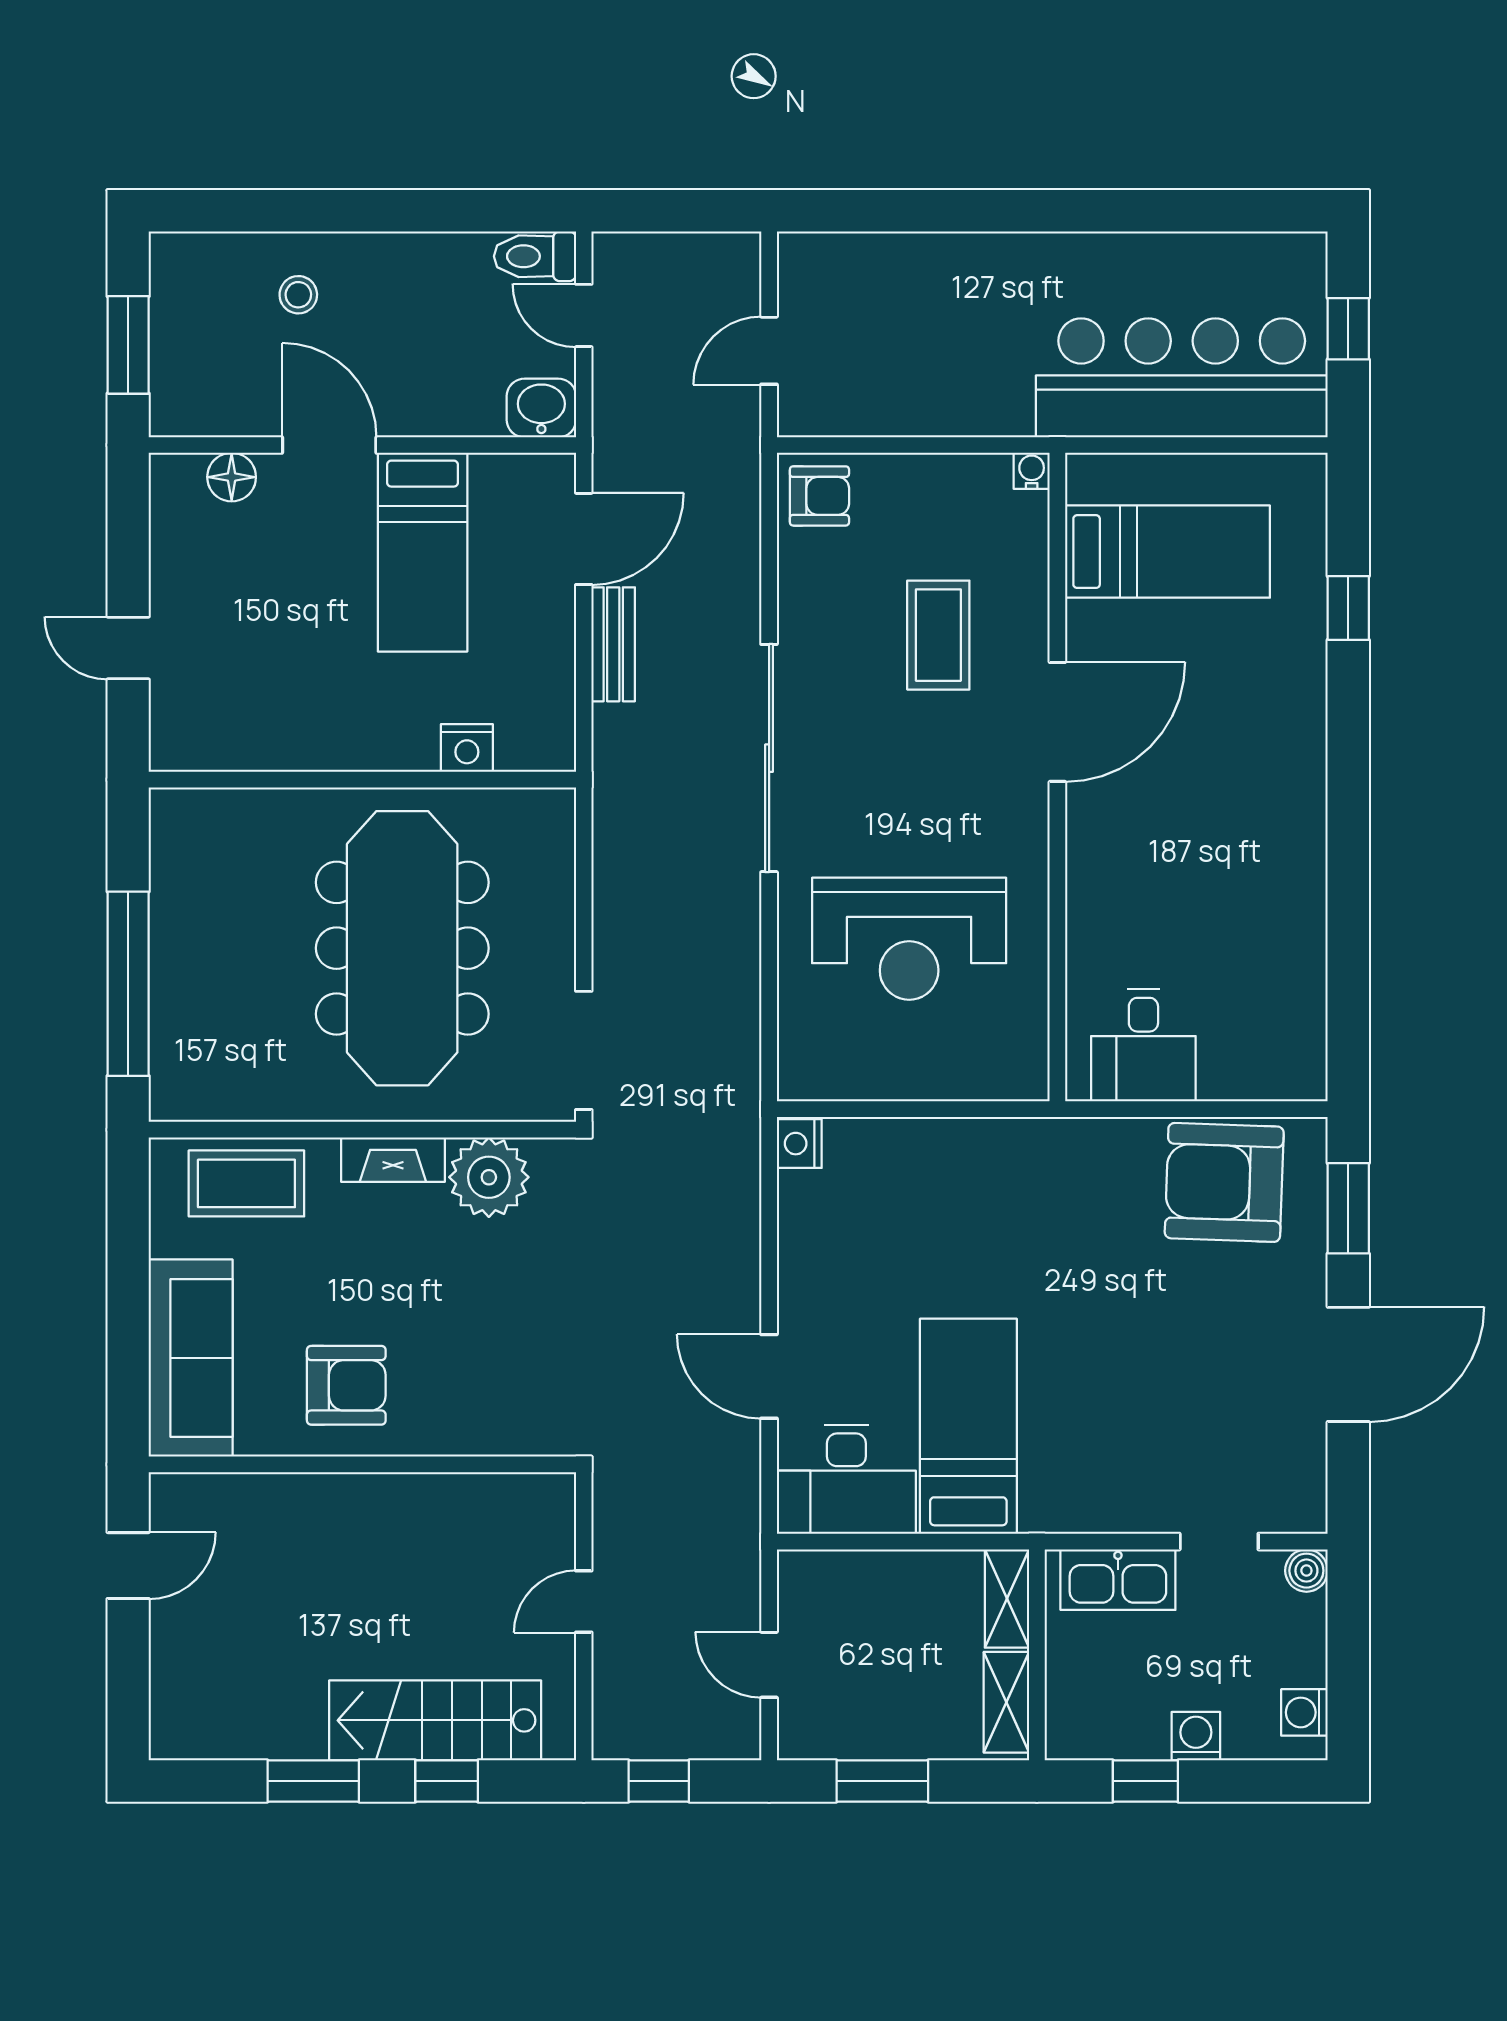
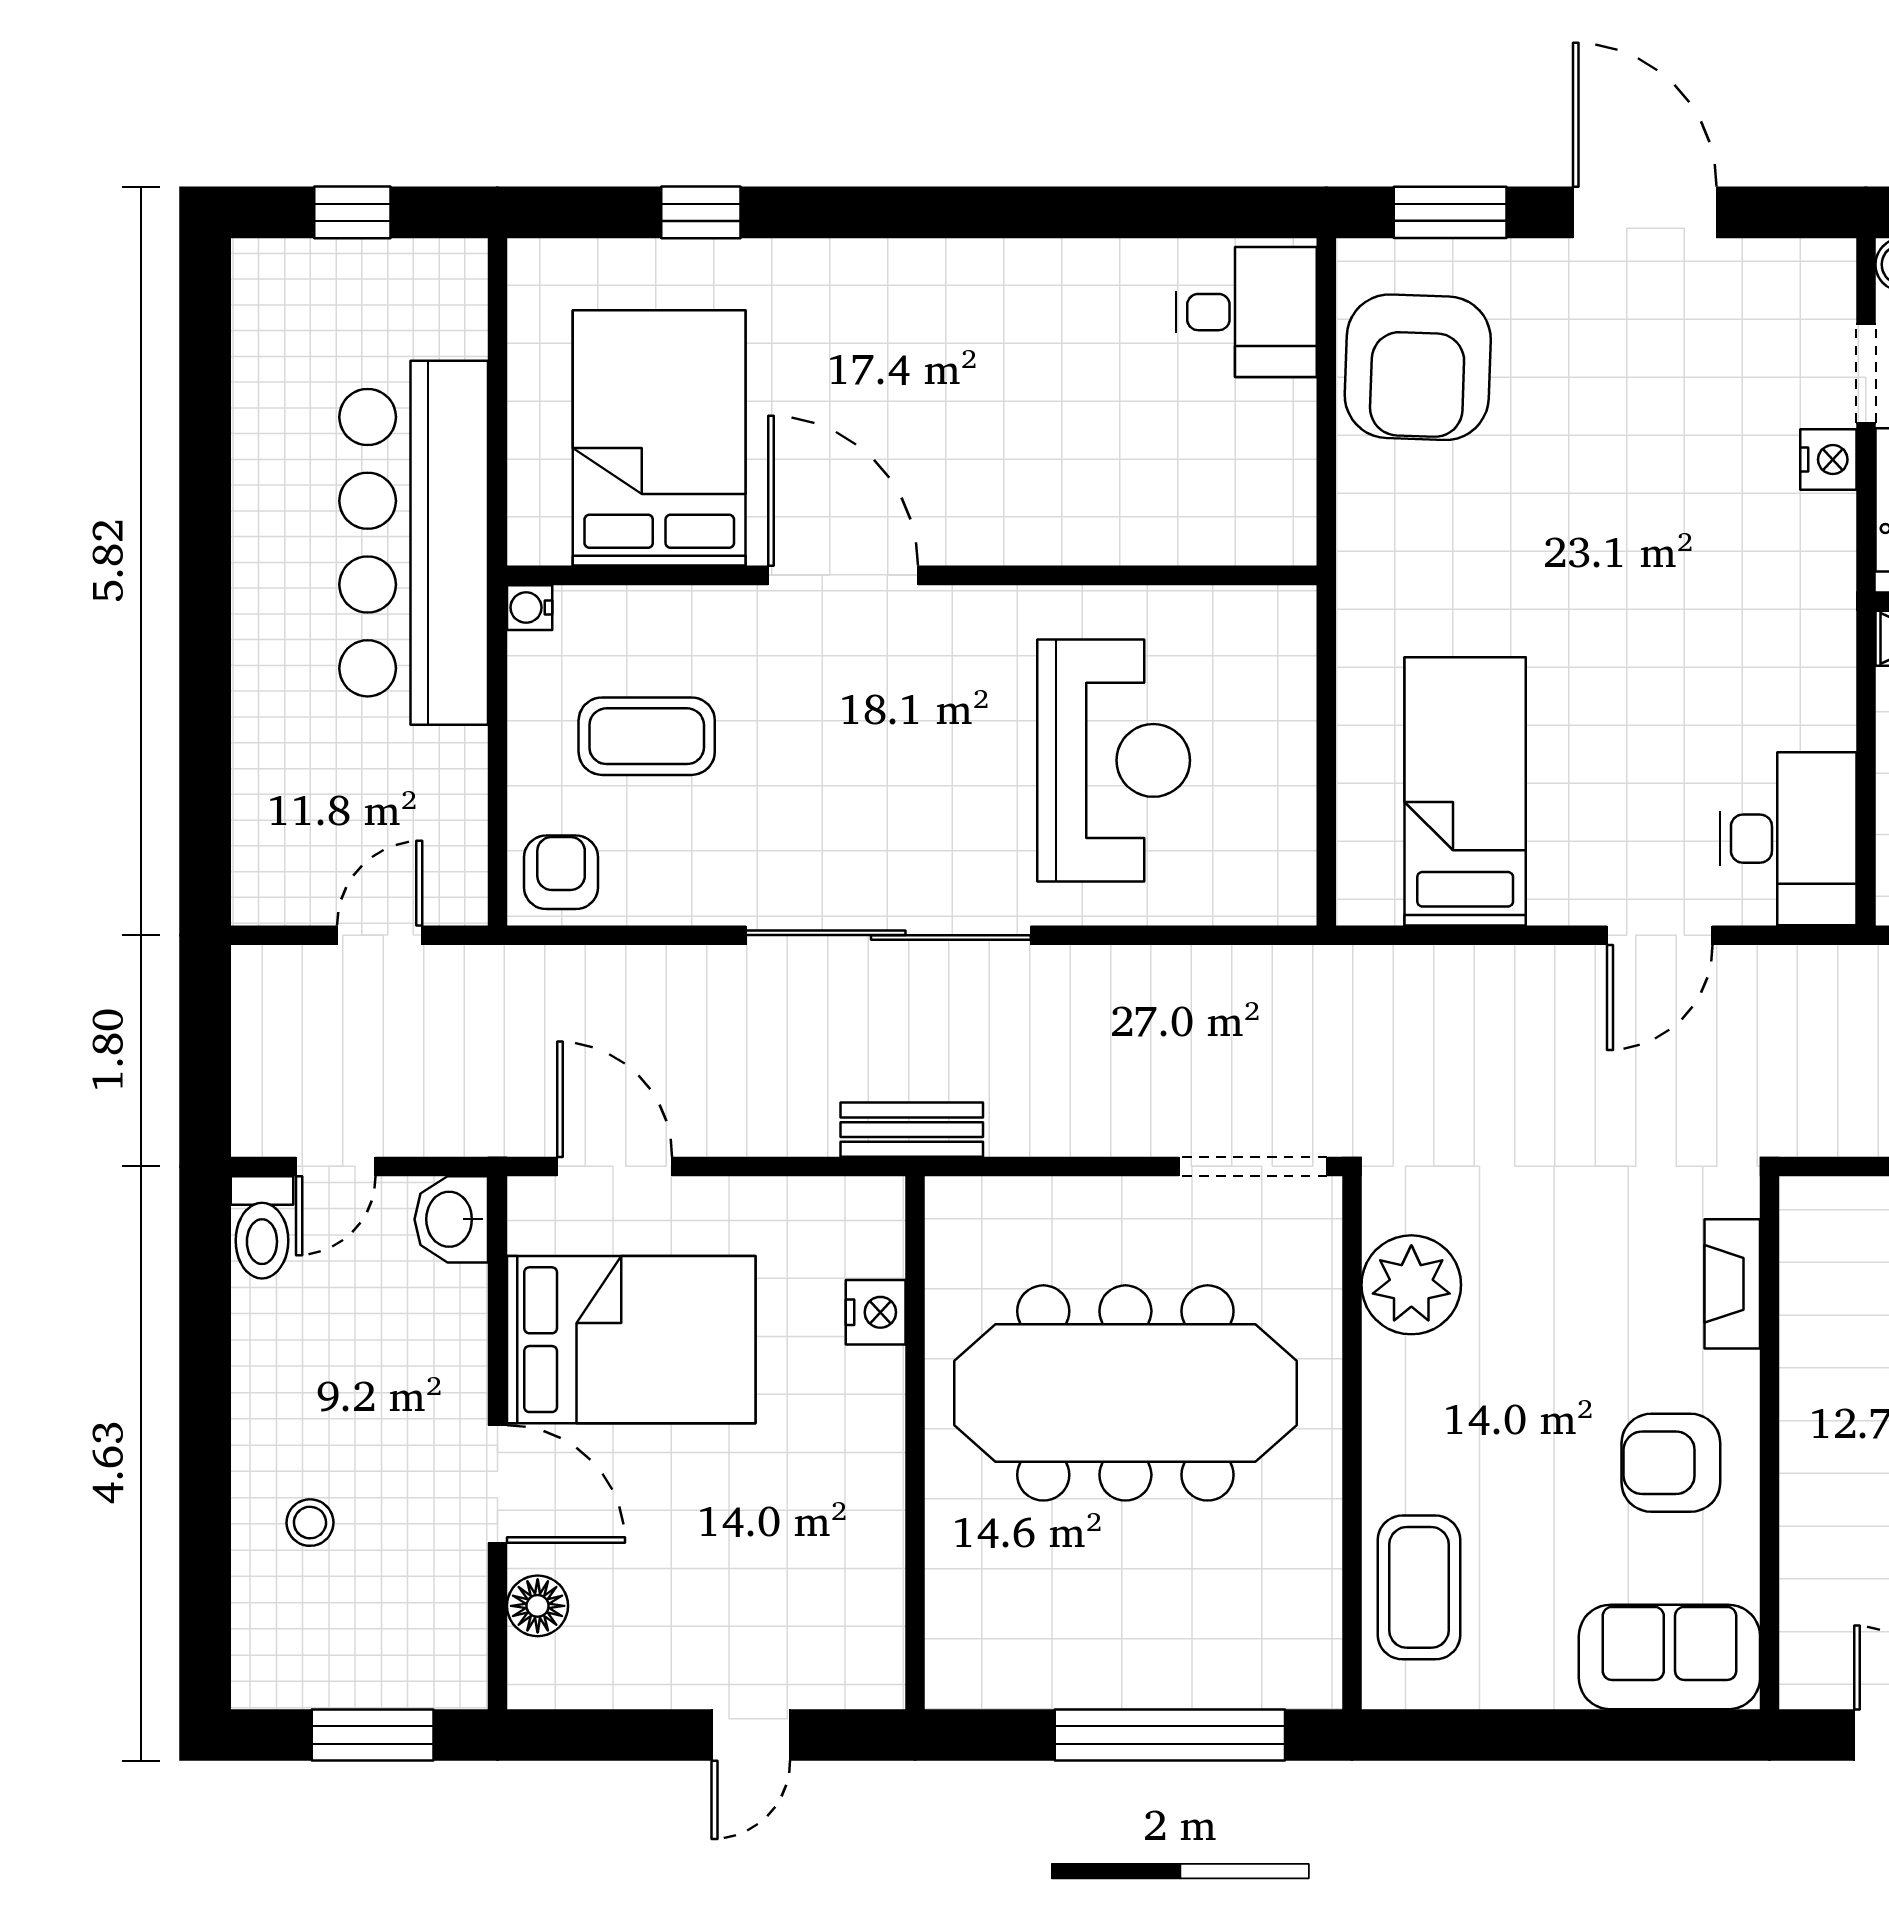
door: (769, 351) -> (380, 935), swing flipped
bar counter: (1182, 378) -> (414, 543), moved
door: (329, 445) -> (497, 1484), swing flipped
bed: (423, 552) -> (631, 1340), width x1.50
bed: (1168, 552) -> (659, 438), width x1.50
coffee table: (938, 635) -> (647, 736), moved
bench: (613, 644) -> (912, 1130), moved
desk: (1143, 1045) -> (1246, 312), moved
nightstand: (799, 1144) -> (1828, 460), moved, turned -90
fireplace: (393, 1160) -> (1732, 1284), moved, turned 180
sofa: (191, 1358) -> (1669, 1657), width x0.73
armchair: (346, 1385) -> (1671, 1463), turned -90
bed: (968, 1426) -> (1465, 791), moved, turned 90

